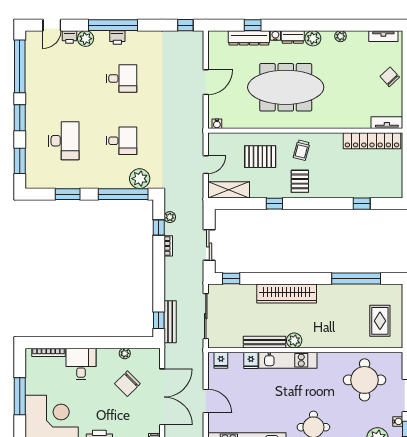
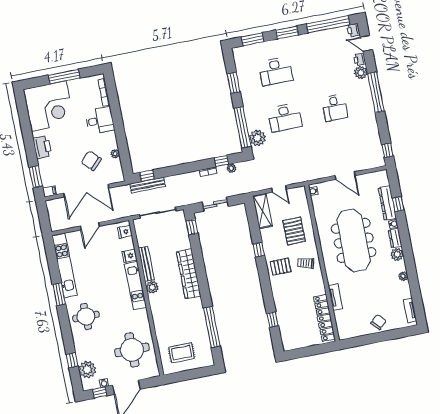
printer: (117, 37) -> (353, 30), moved
tv unit: (387, 123) -> (335, 297), moved
desk: (122, 141) -> (285, 117), width x1.37

